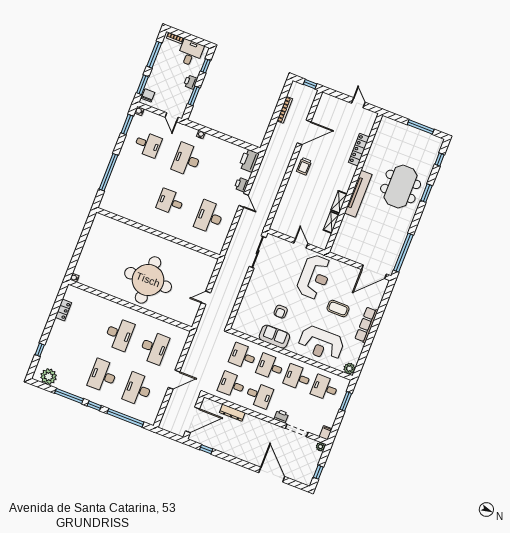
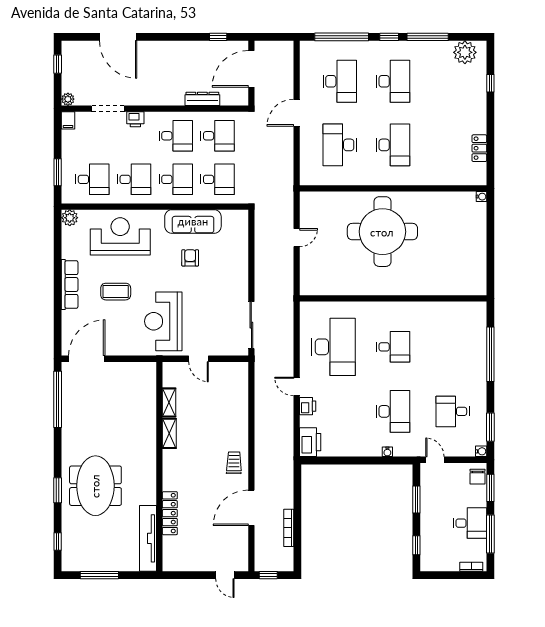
desk: (190, 53) -> (470, 523), moved, turned -90
printer: (191, 82) -> (428, 516), removed
door: (358, 103) -> (225, 575), moved
tv unit: (358, 194) -> (148, 538), moved
desk: (209, 217) -> (334, 347), width x1.36, depth x1.30
desk: (119, 334) -> (393, 145), turned 180
sofa: (274, 337) -> (193, 221), width x1.36
desk: (259, 395) -> (176, 136), turned 180

